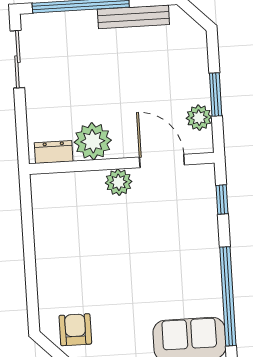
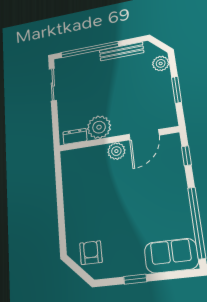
plant: (199, 118) -> (161, 63), moved
door: (162, 161) -> (144, 135), swing flipped

